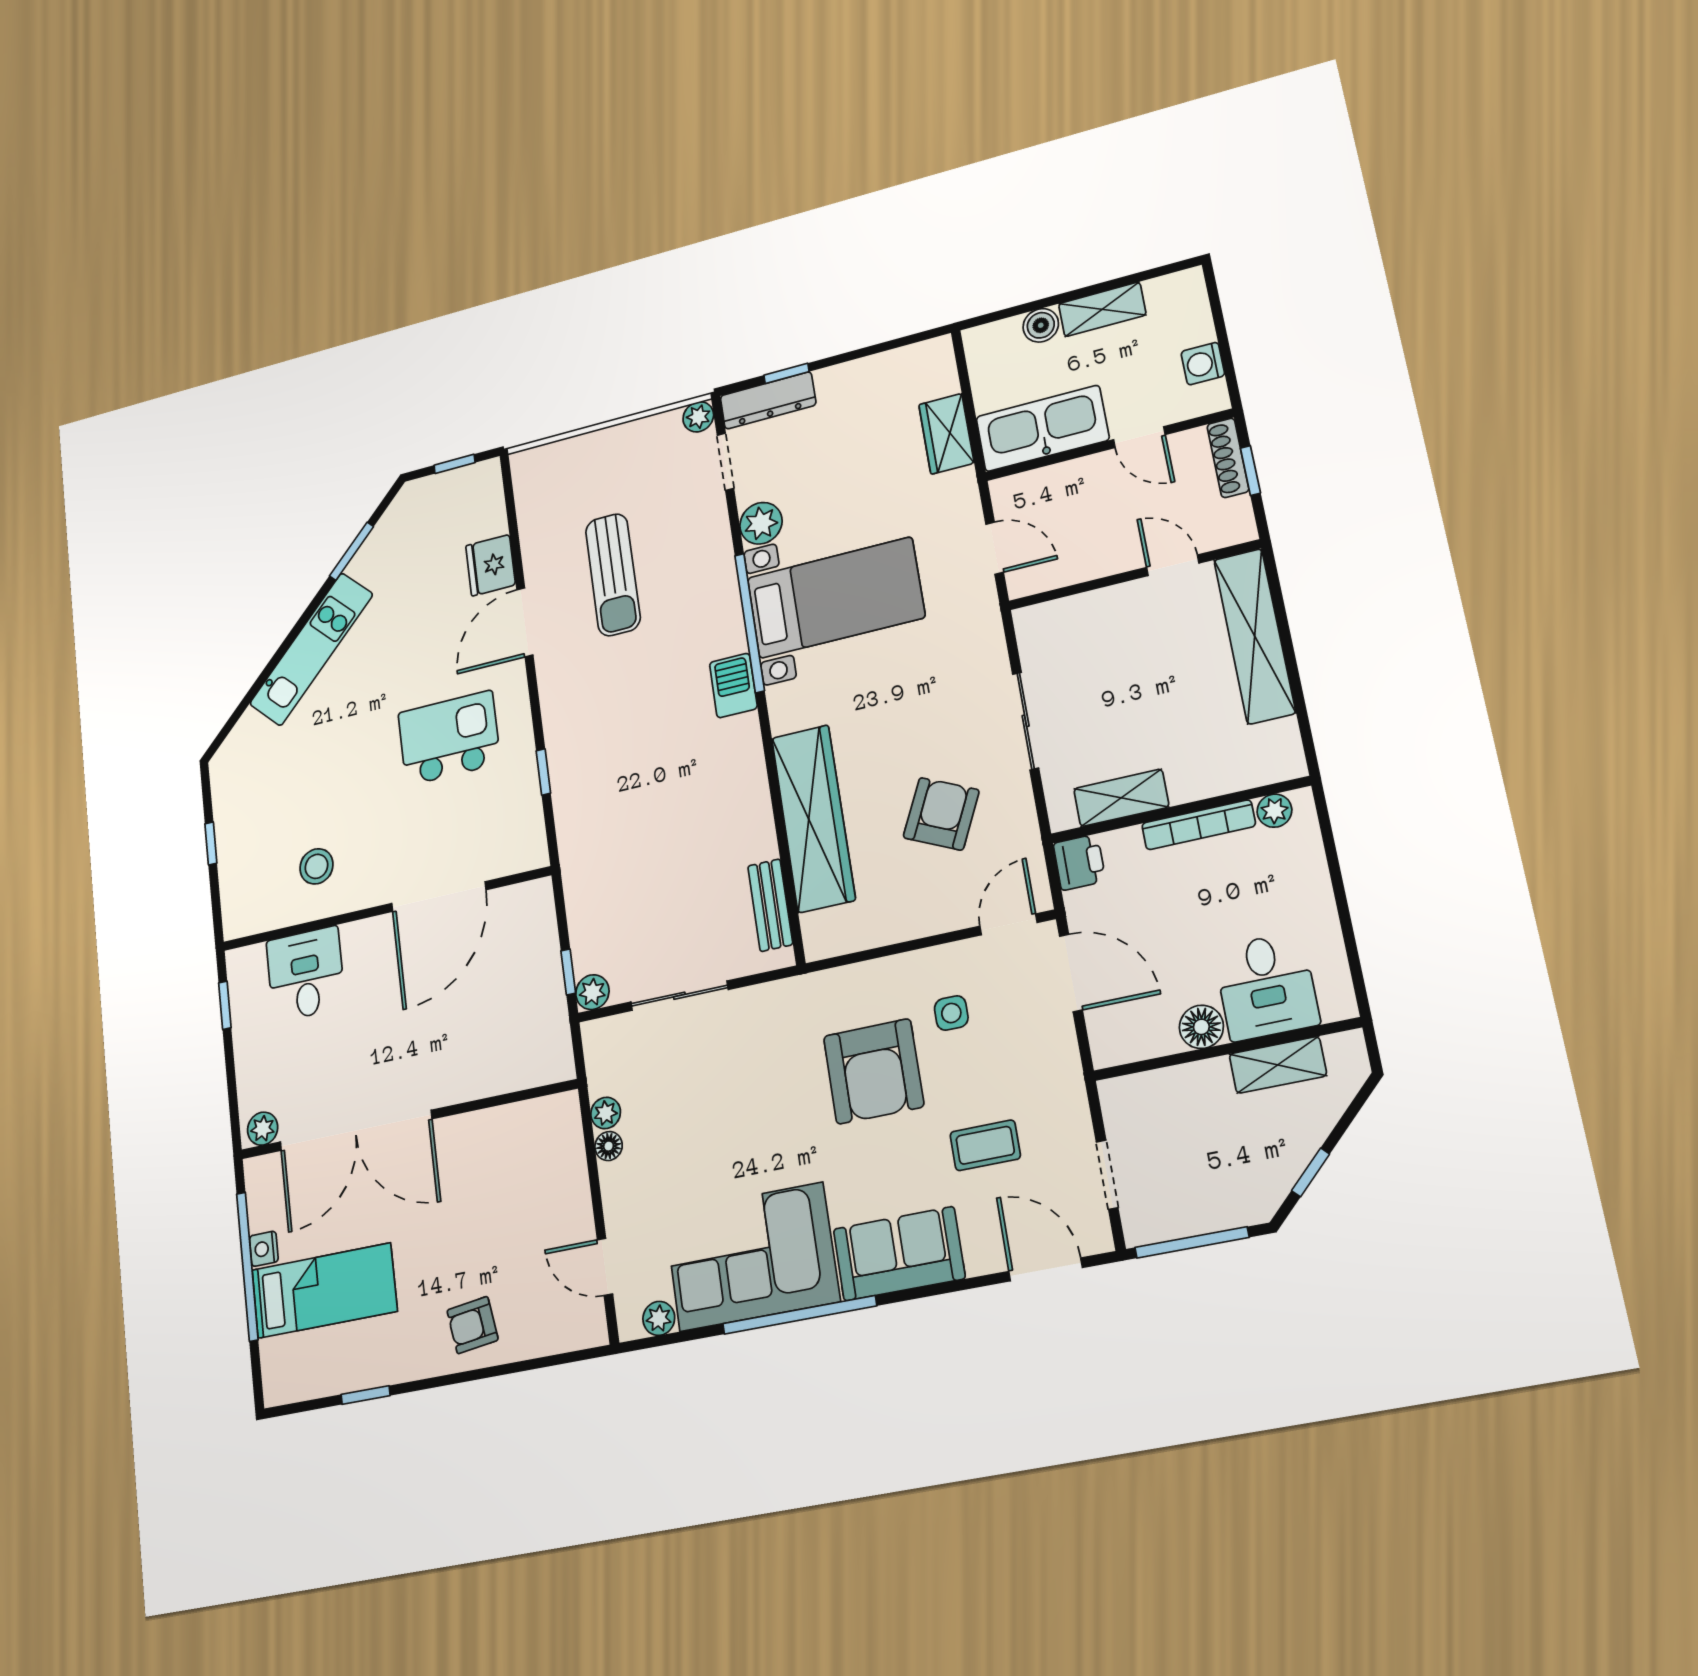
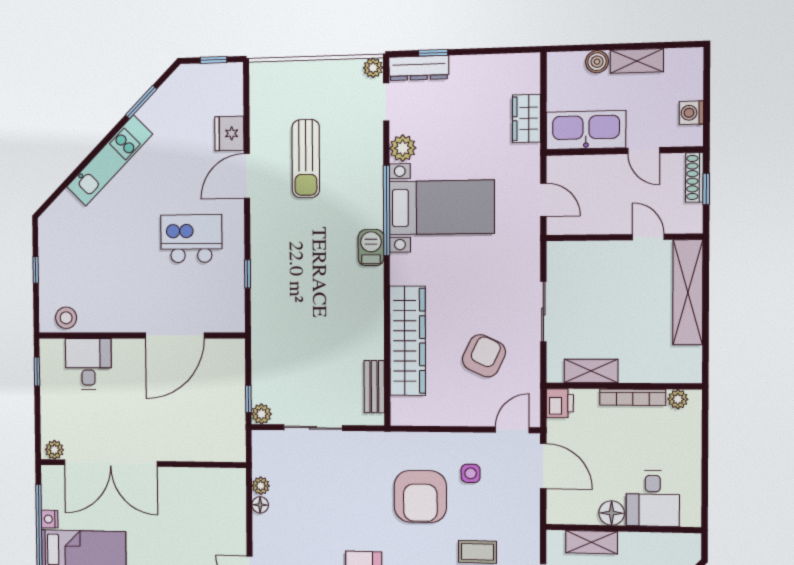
stool: (316, 866) -> (66, 318), moved
shelving: (1278, 1065) -> (592, 542), moved

